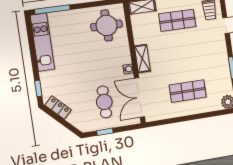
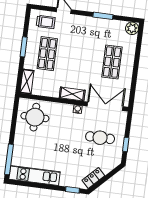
double door: (139, 97) -> (105, 106), swing flipped

